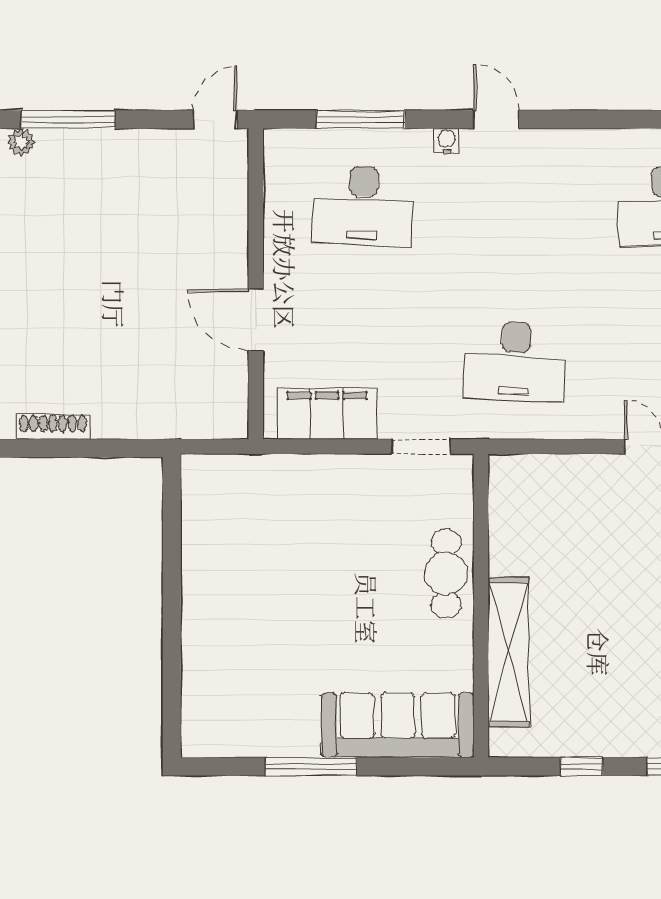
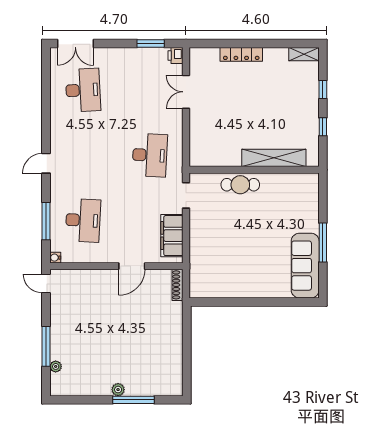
water cooler: (447, 141) -> (55, 258), moved
shoe rack: (53, 427) -> (178, 285), moved
sofa: (398, 725) -> (305, 266), moved

